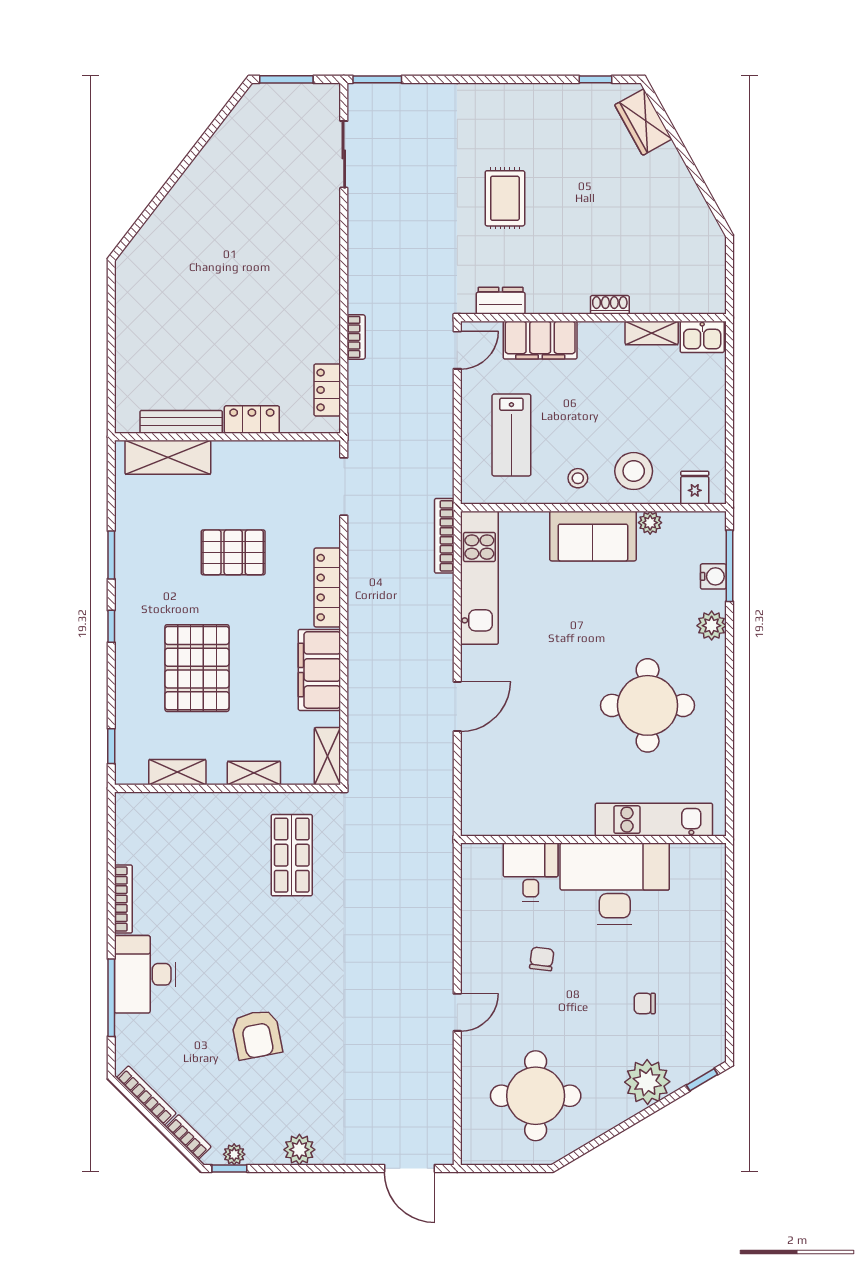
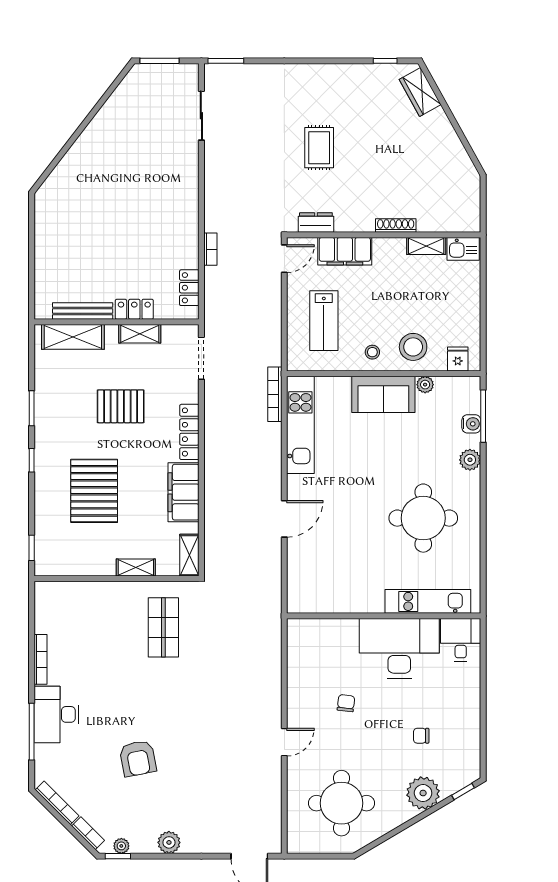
shoe rack: (610, 305) -> (396, 226), width x1.43
shelving: (177, 772) -> (140, 334), moved
desk: (531, 872) -> (461, 640), moved

